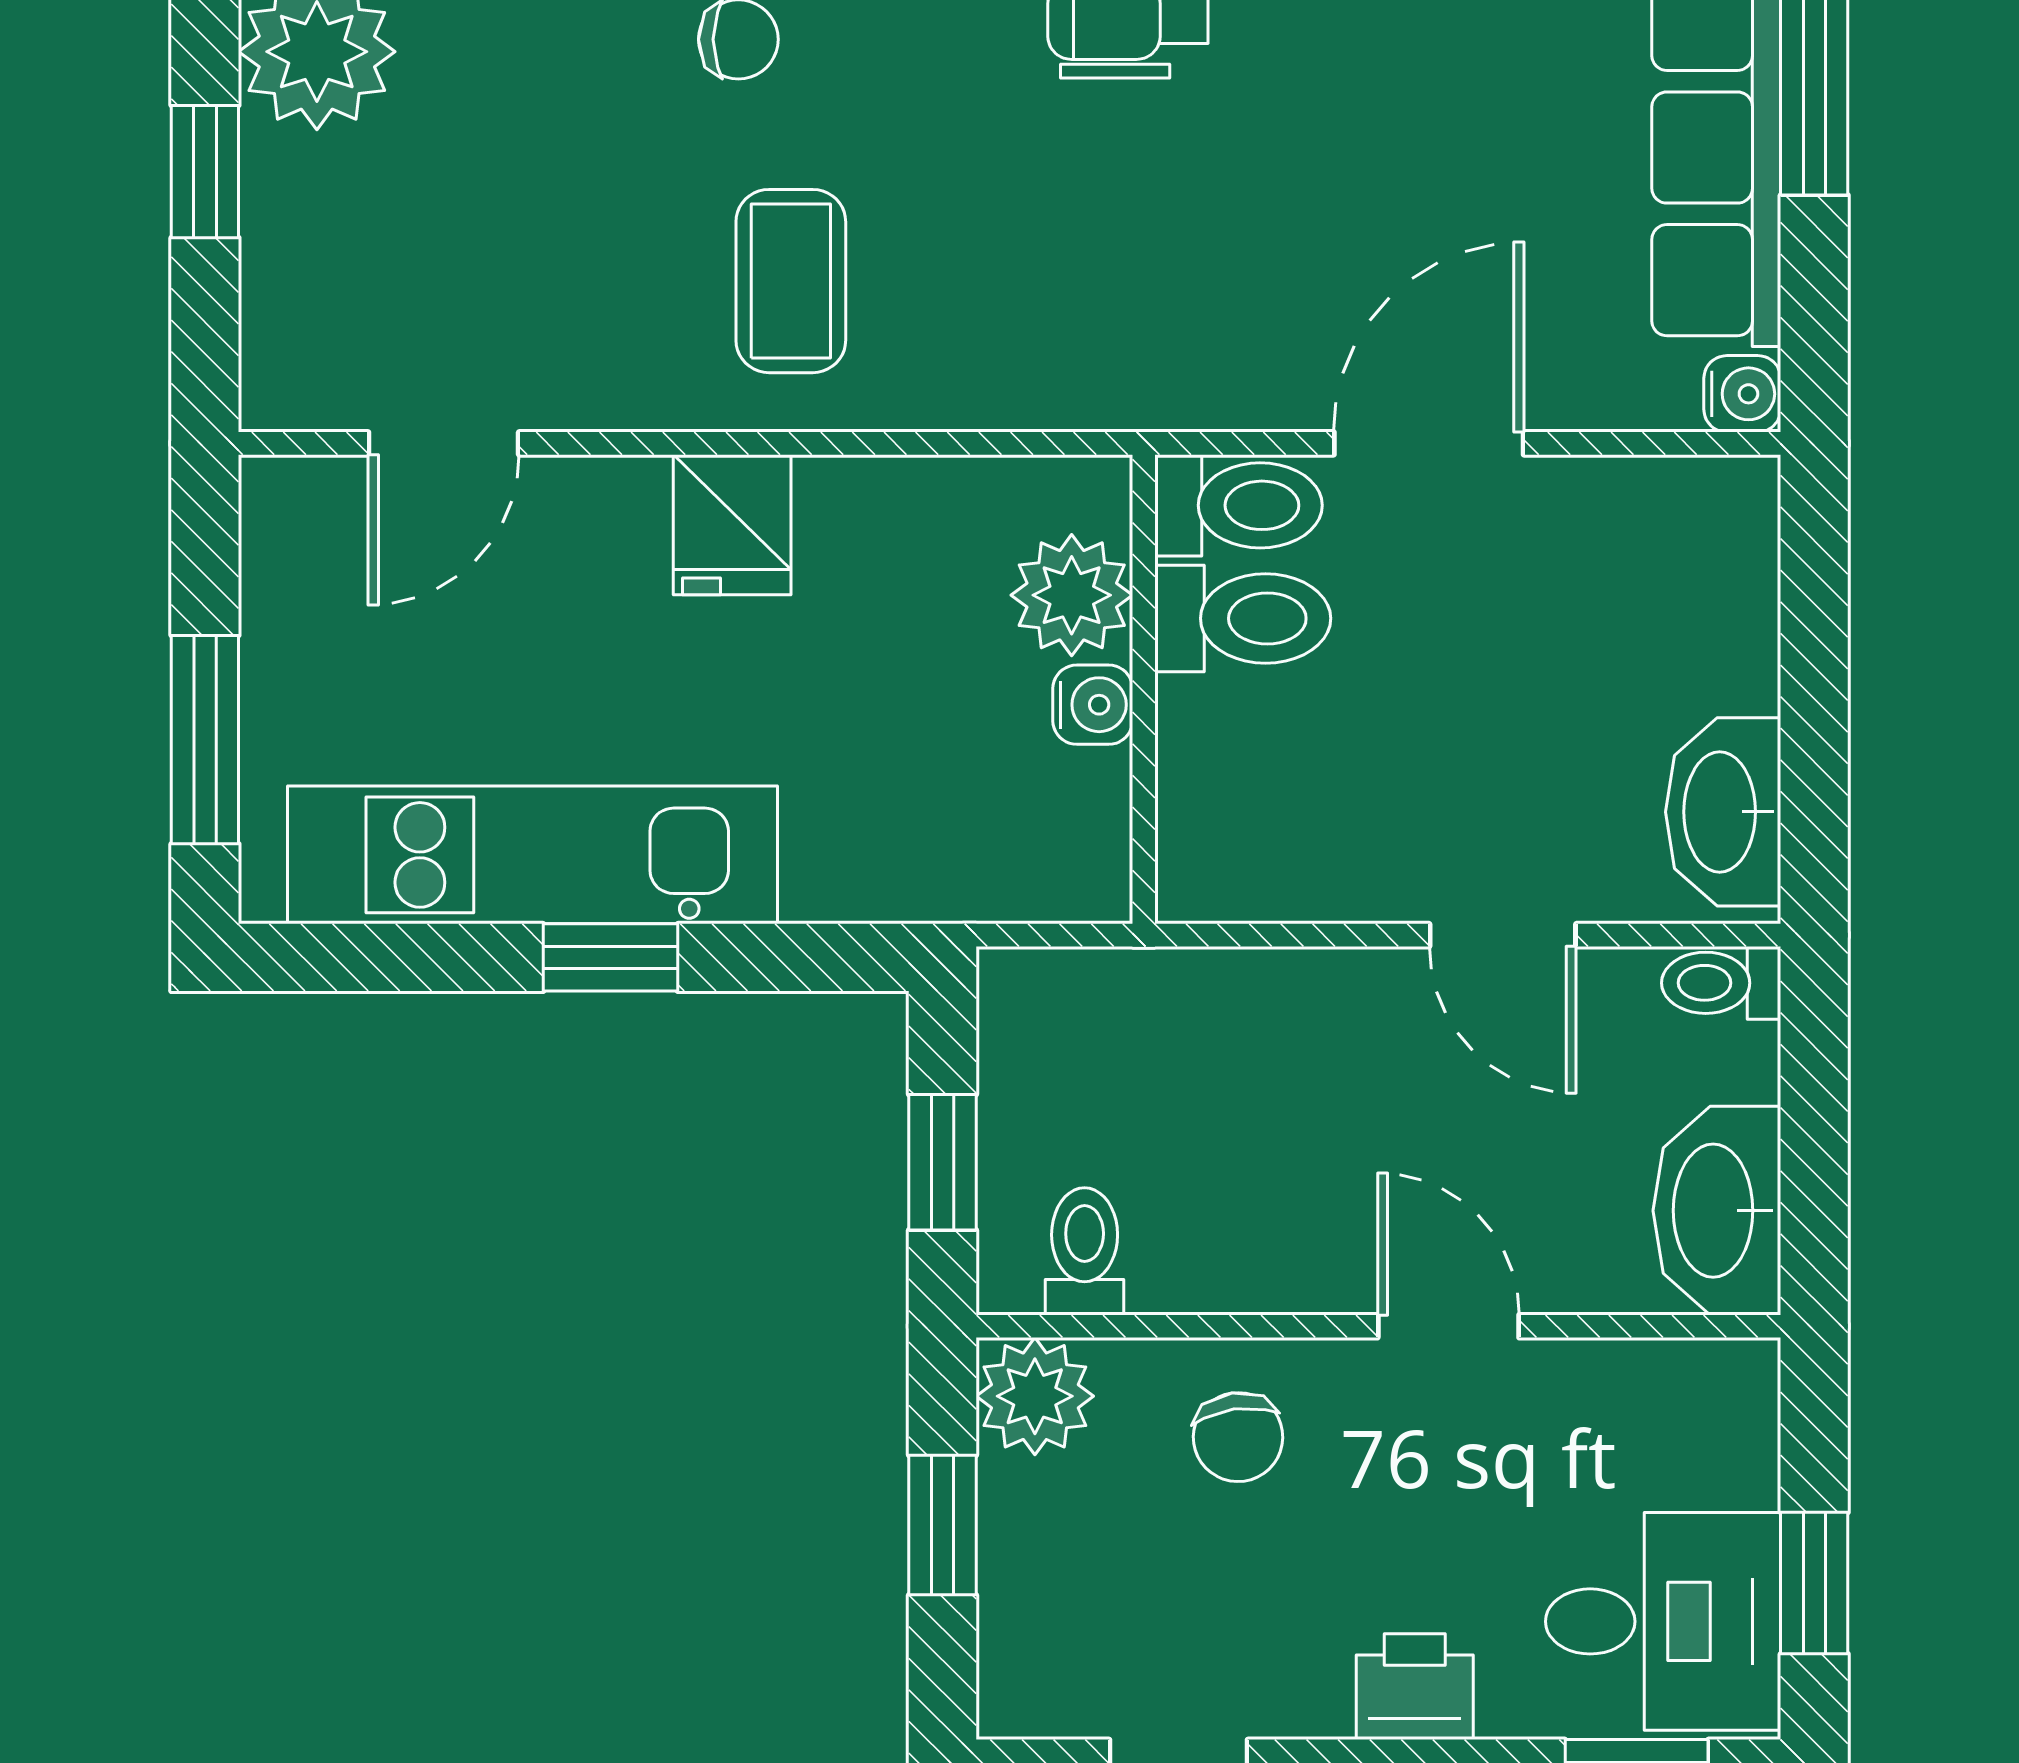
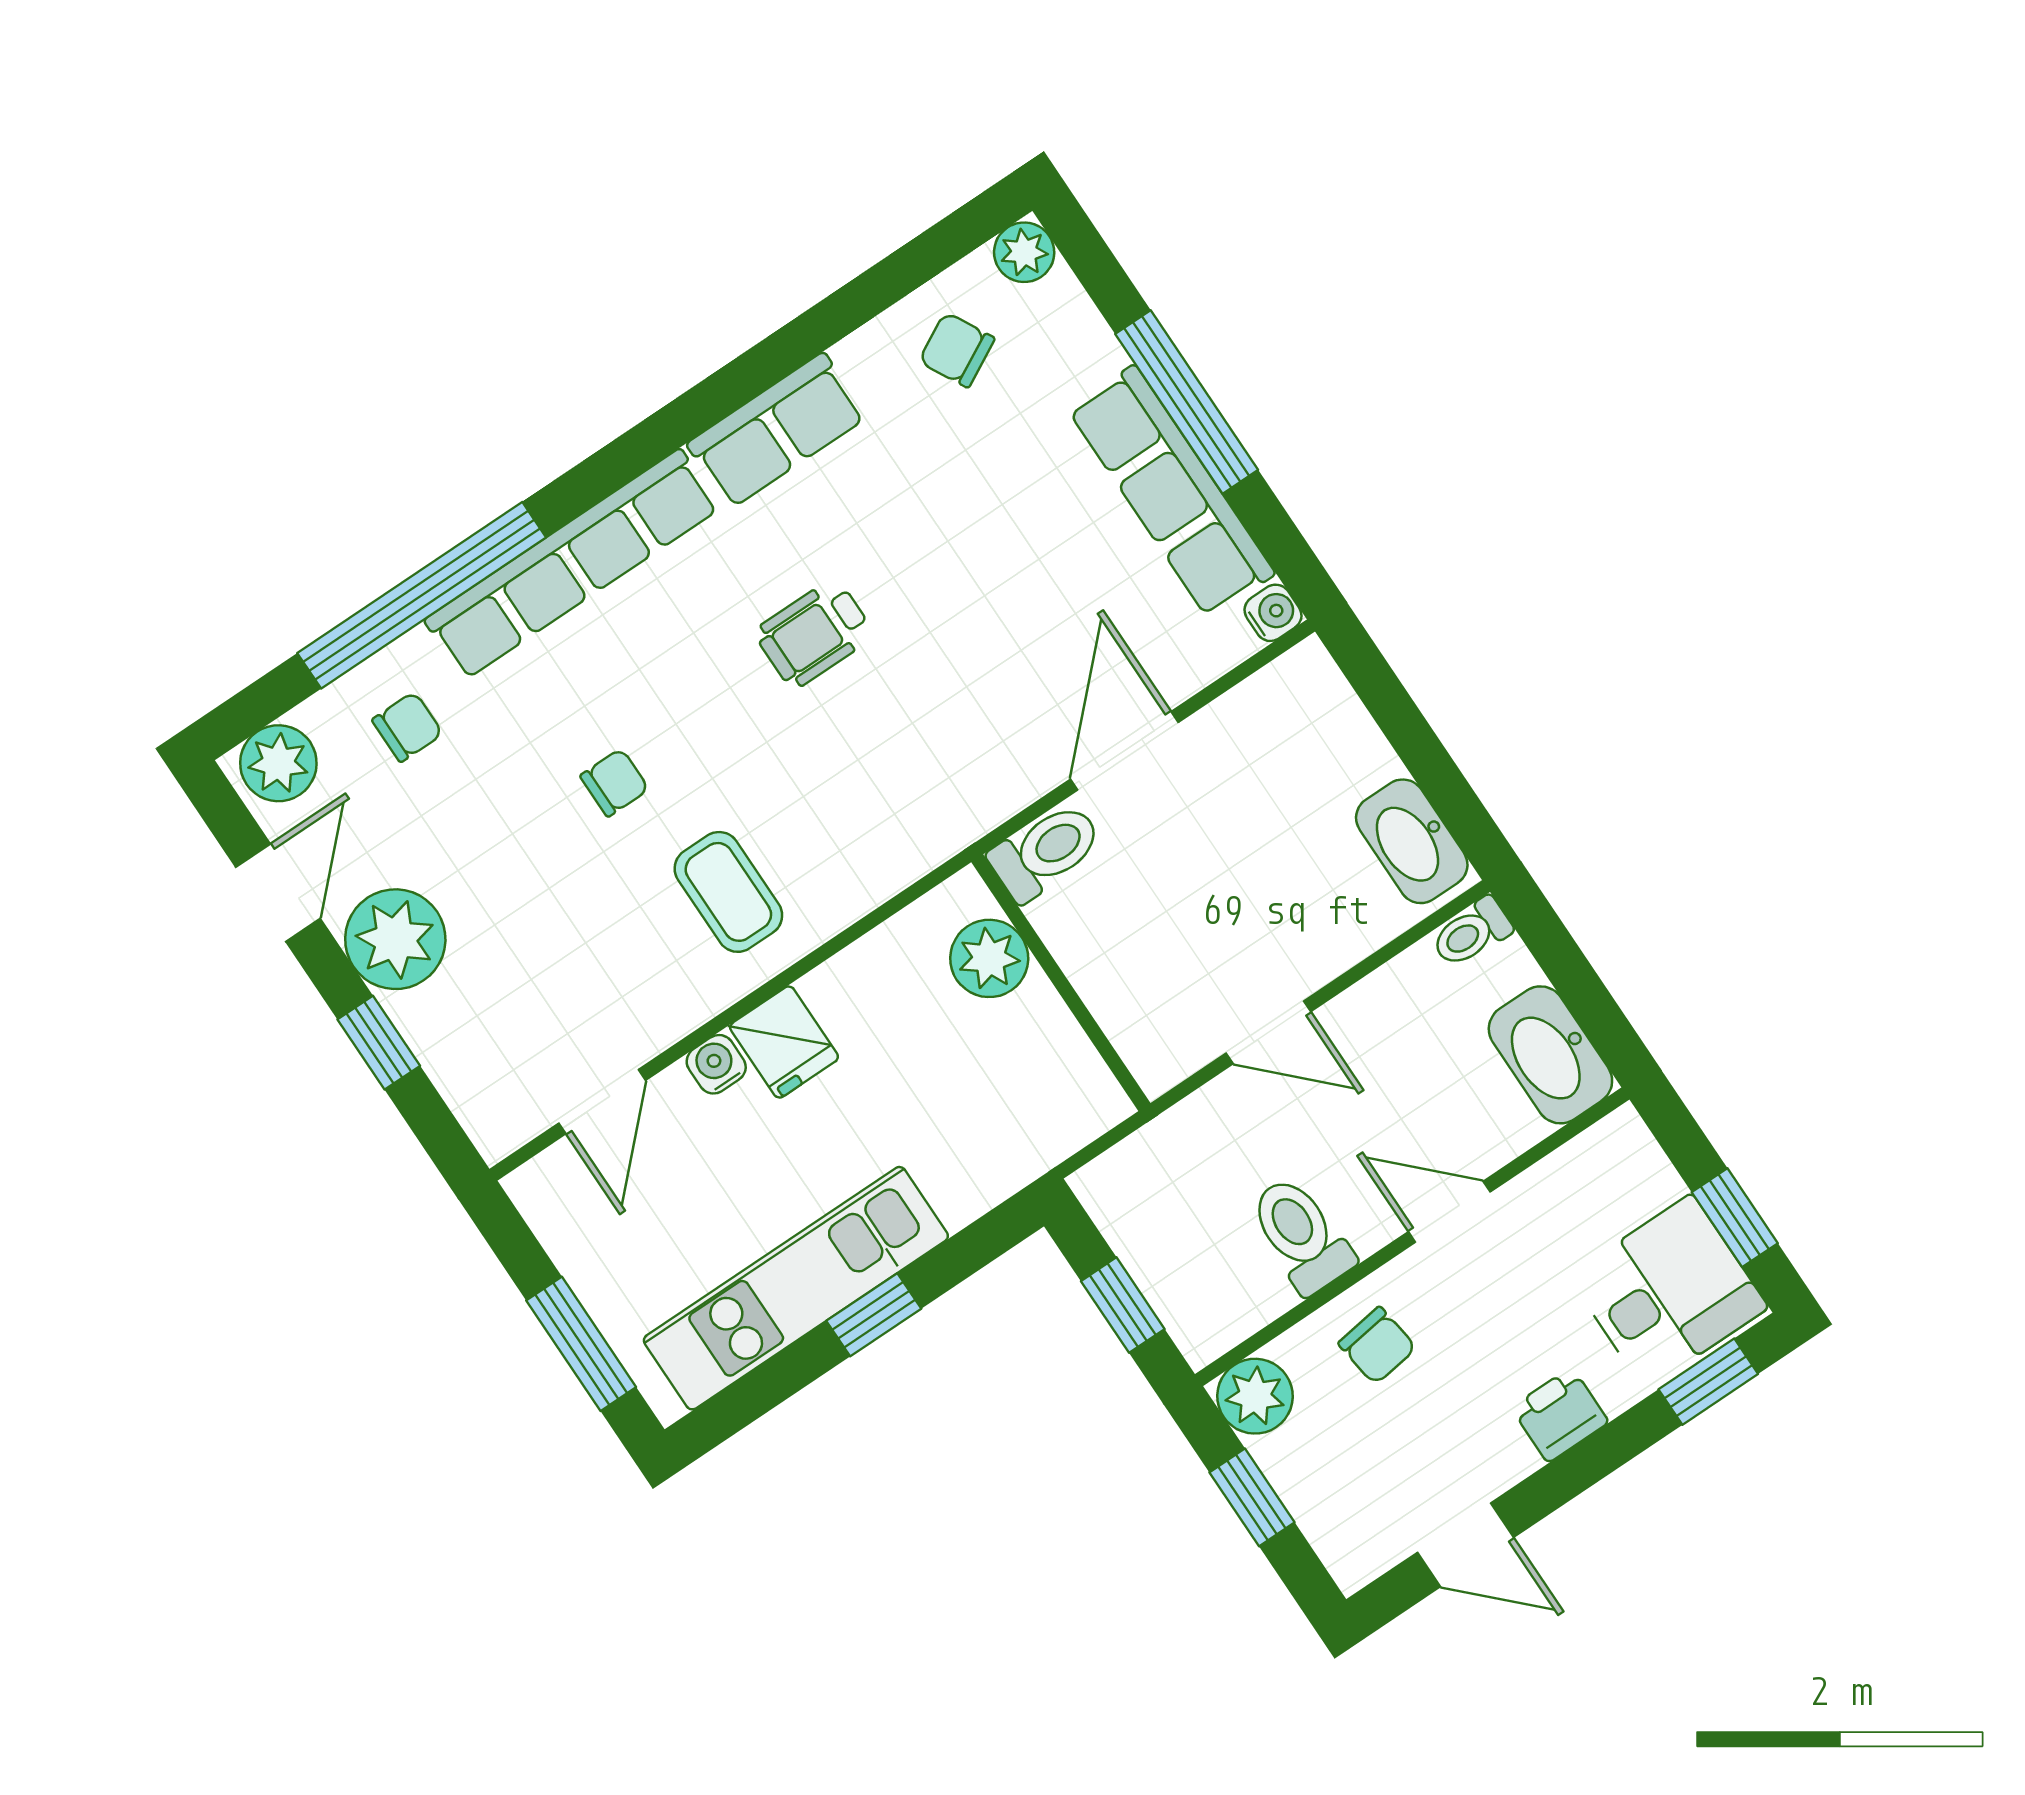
toilet: (1243, 618) -> (1088, 910), removed
water cooler: (1093, 705) -> (716, 1064), moved, turned -90
door: (1503, 935) -> (1268, 1032), moved
toilet: (1085, 1251) -> (1301, 1235), moved, width x1.37, depth x1.39

